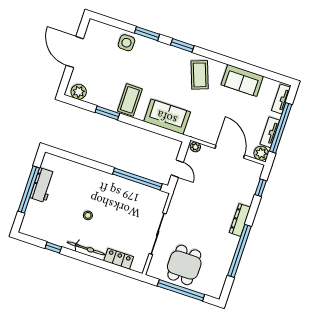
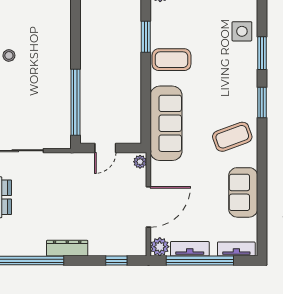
sofa: (167, 117) -> (166, 123), width x1.36

